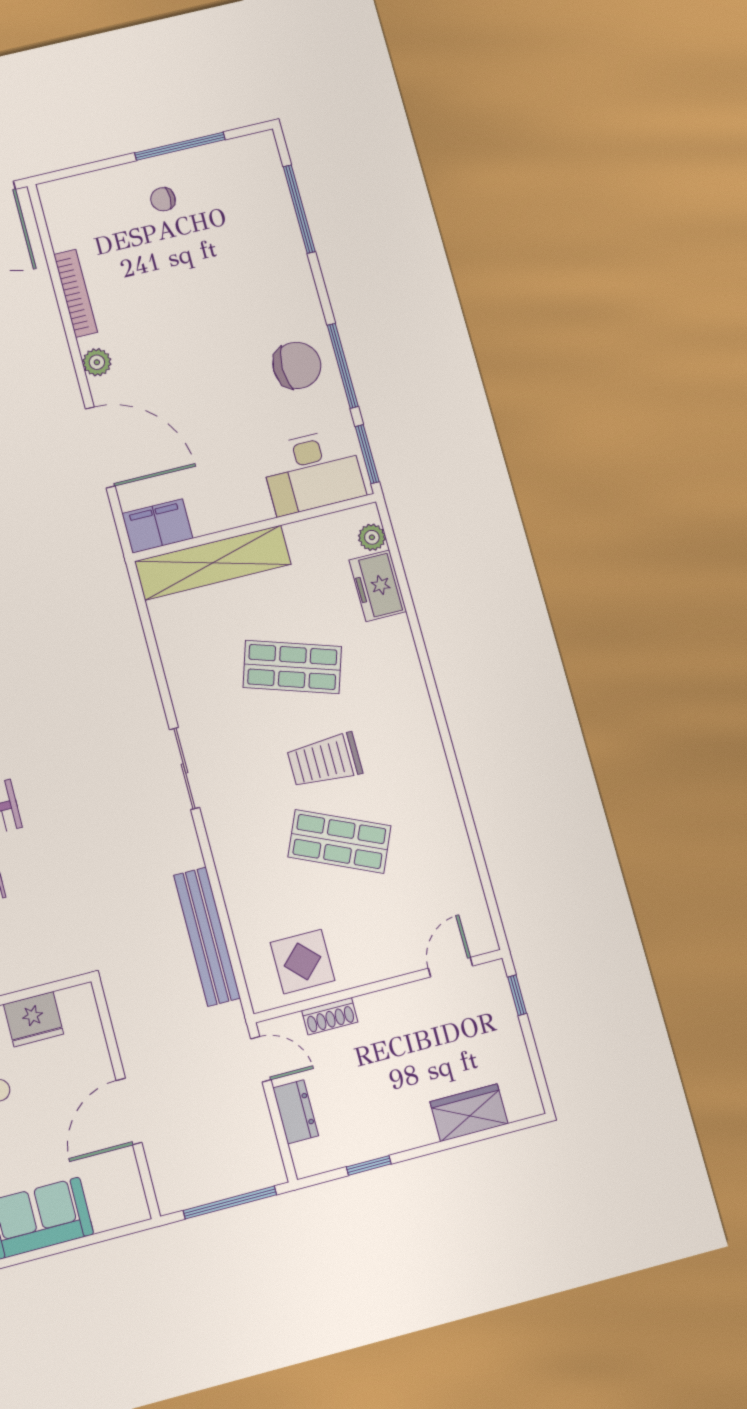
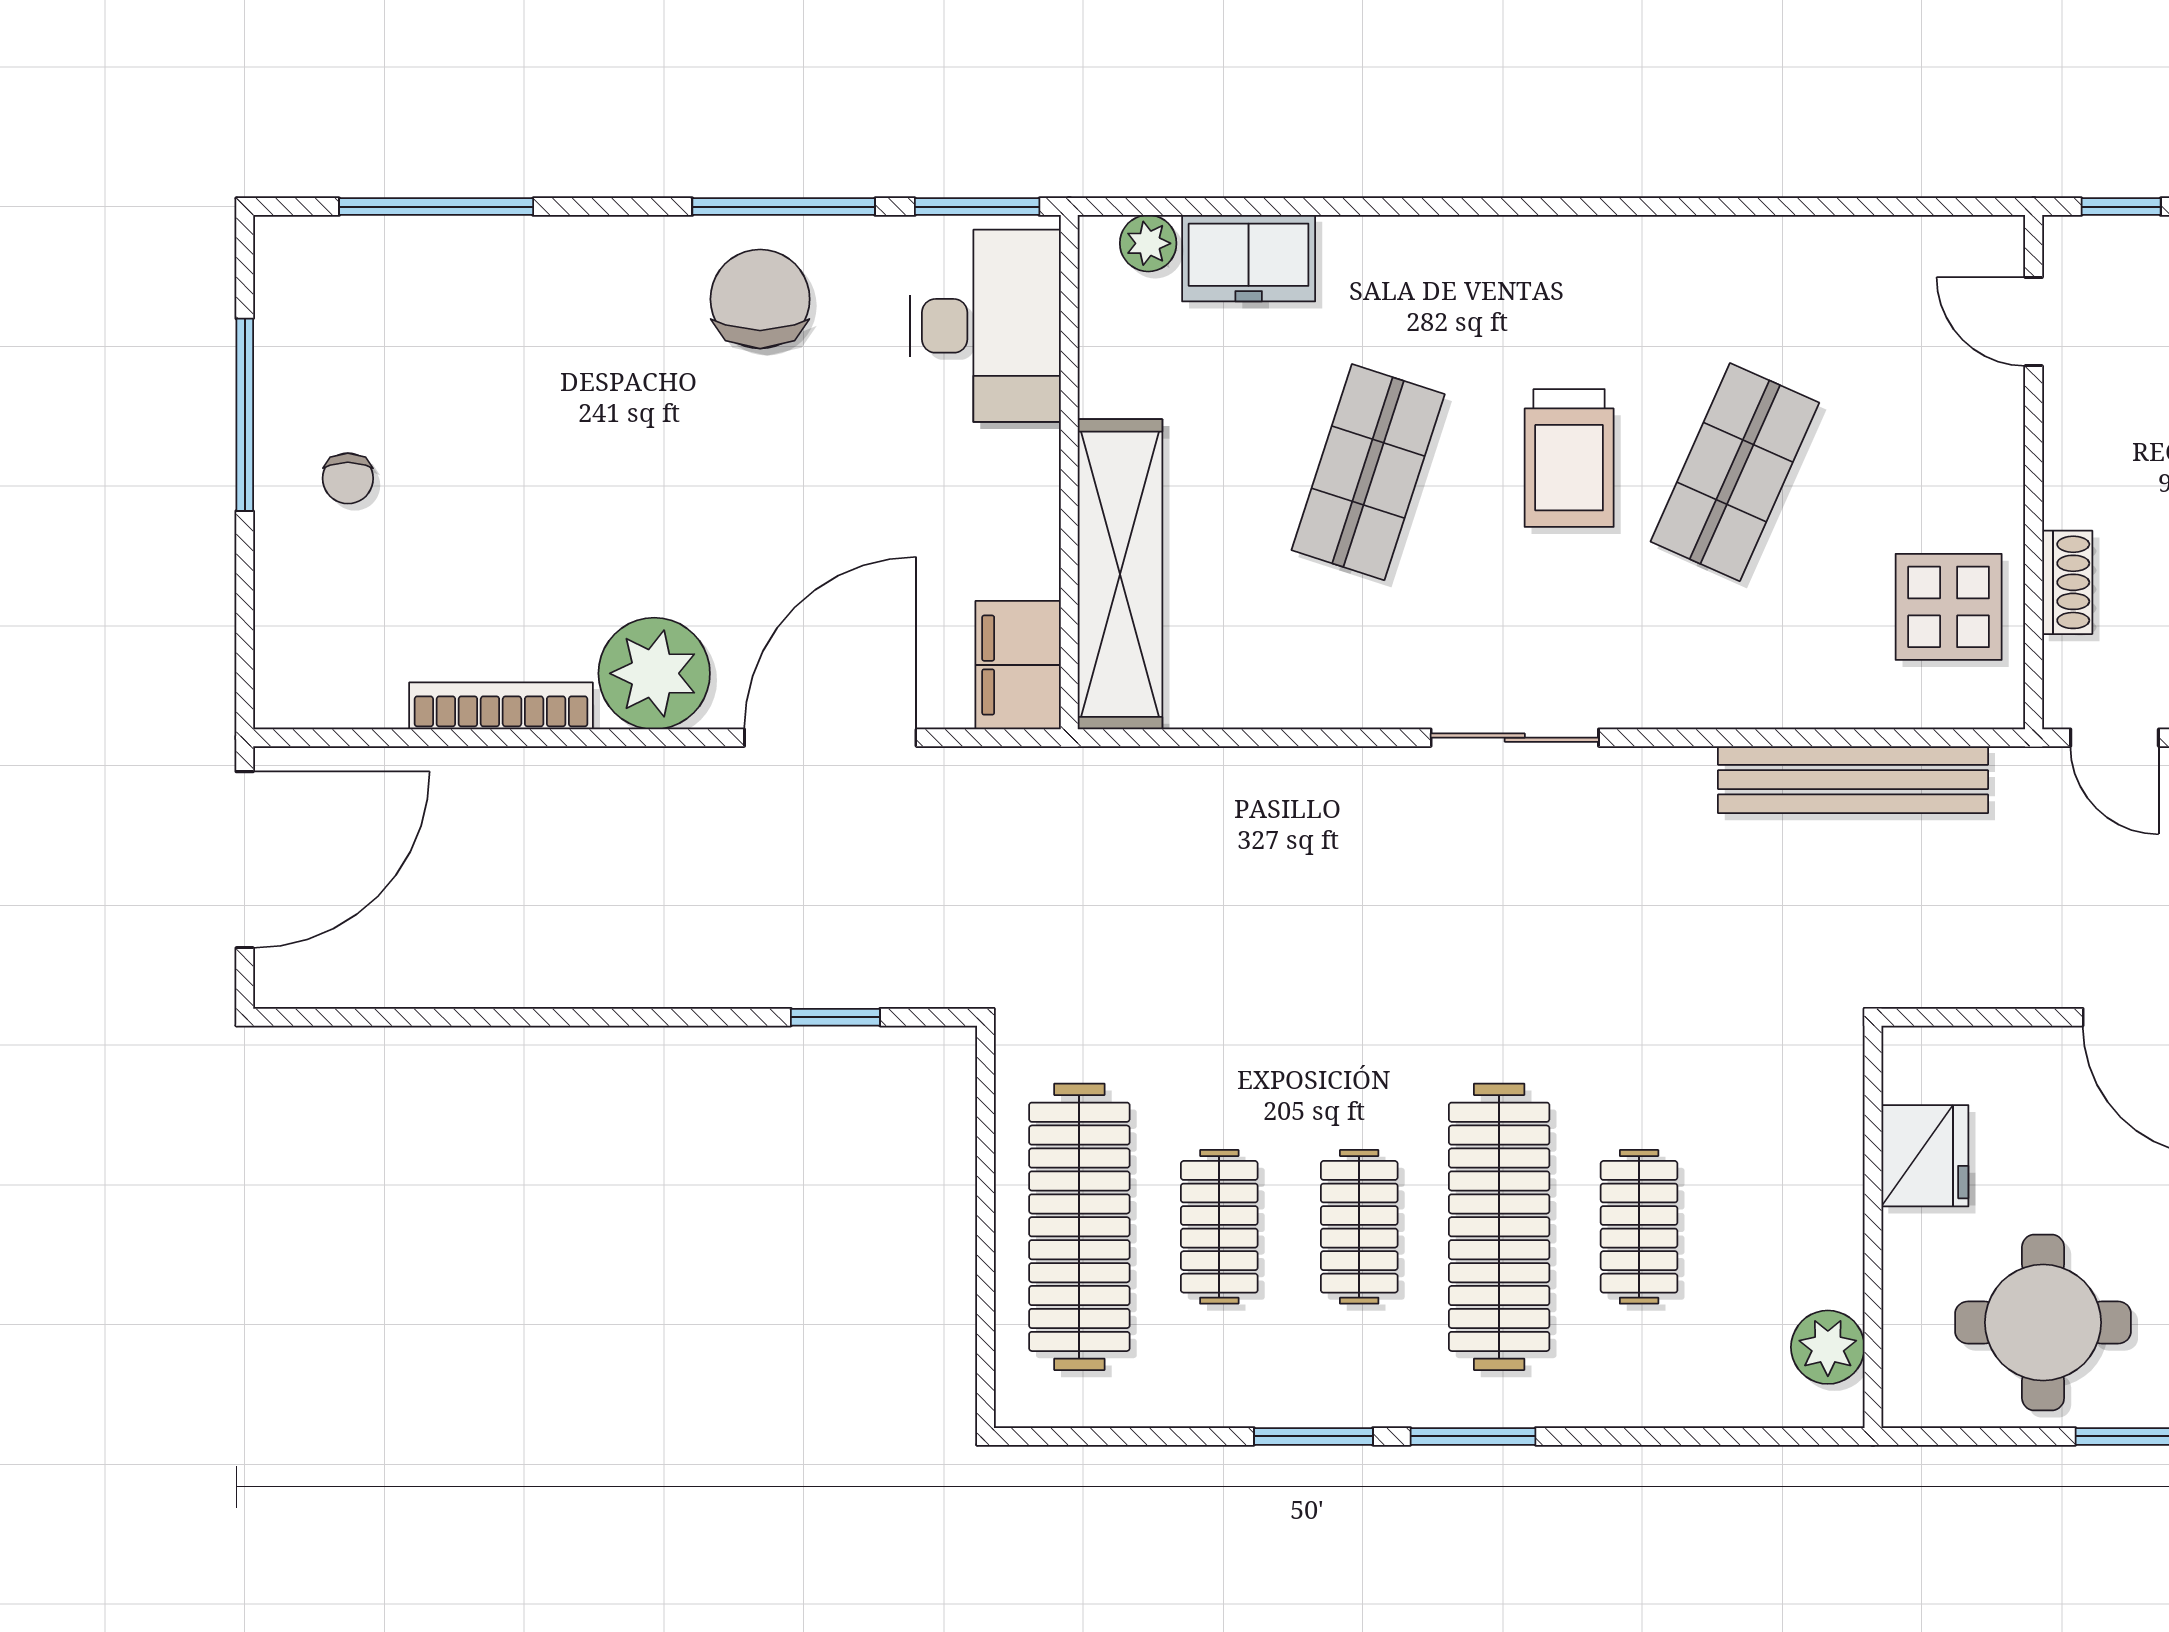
plant: (97, 362) -> (654, 673), width x1.88, depth x1.88
door: (261, 1059) -> (2115, 738), swing flipped

